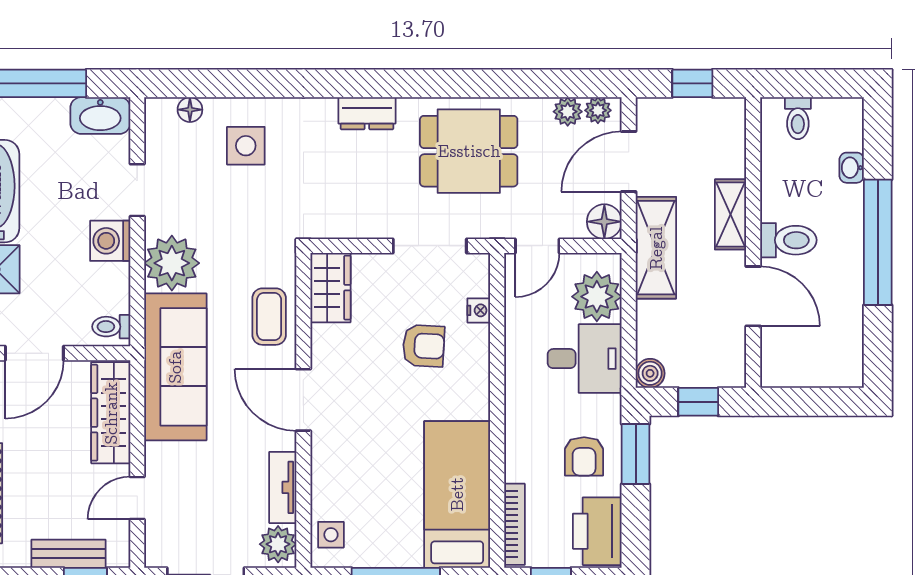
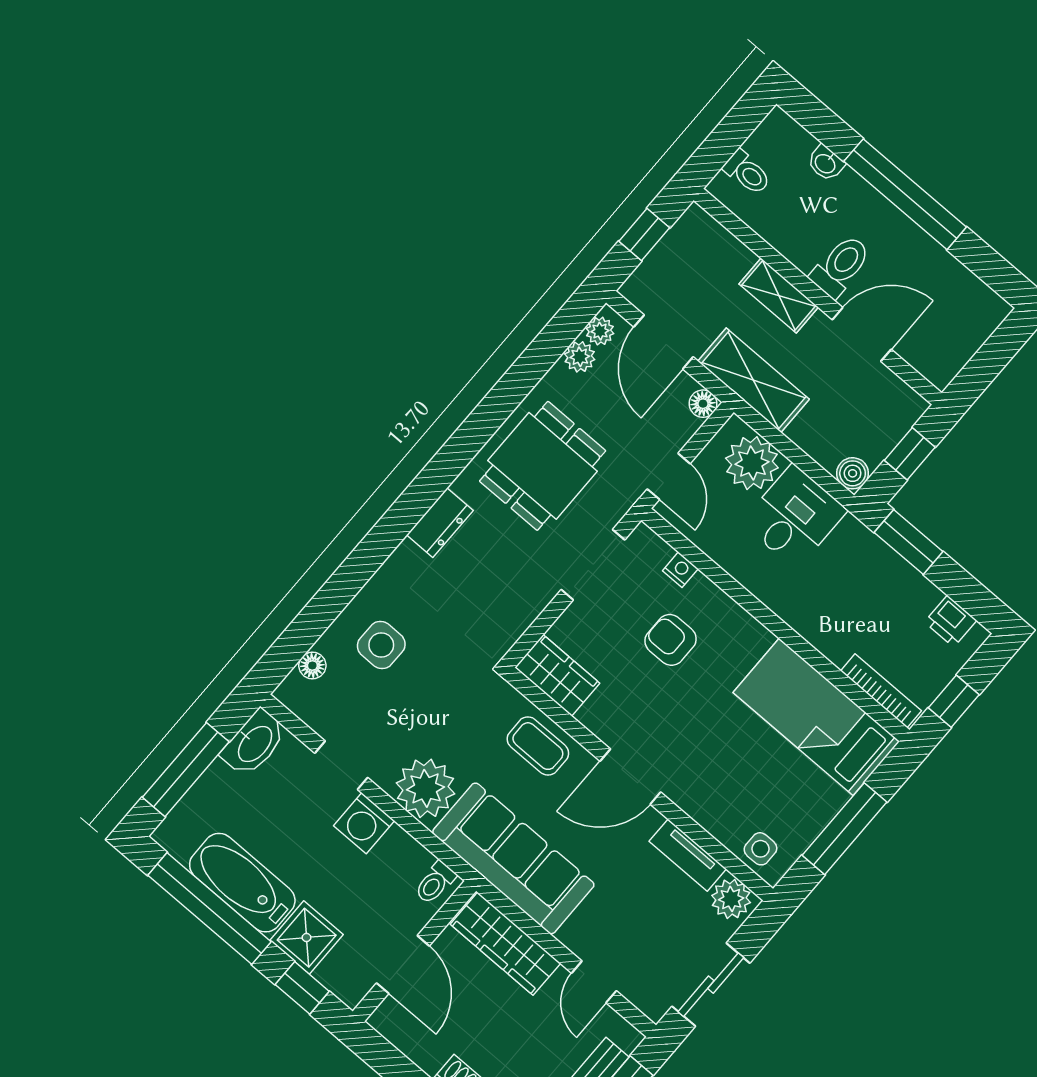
floor lamp: (604, 222) -> (703, 404), width x0.73, depth x0.73
armchair: (424, 346) -> (671, 640), turned -93
armchair: (584, 456) -> (874, 586), removed
printer: (597, 531) -> (951, 621), width x0.53, depth x0.68

